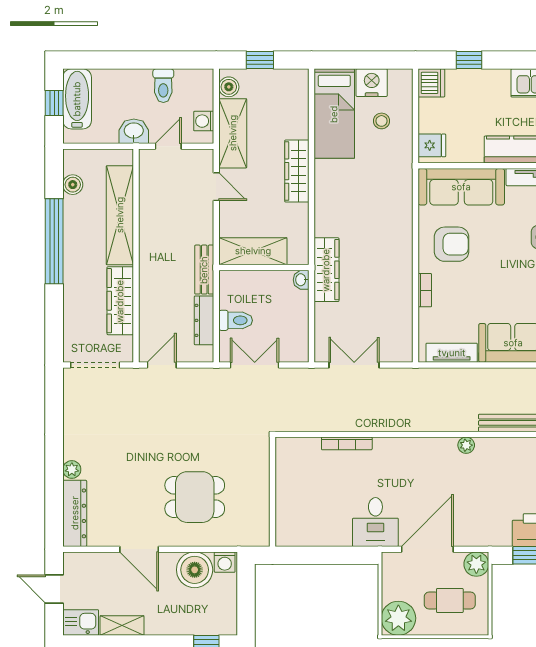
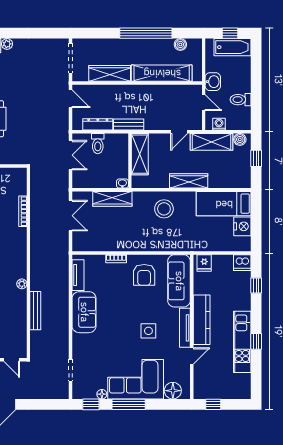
stool: (382, 121) -> (164, 209), moved, width x1.89, depth x1.89
wardrobe: (326, 270) -> (112, 199), moved

